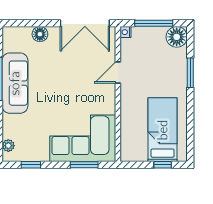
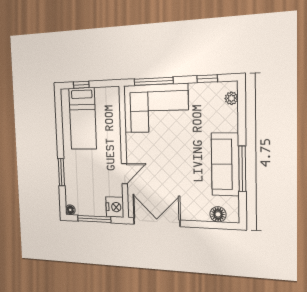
nightstand: (126, 32) -> (115, 207), width x1.89, depth x1.79
floor lamp: (40, 34) -> (218, 214), moved
floor lamp: (177, 37) -> (70, 210), width x0.53, depth x0.53
window: (84, 165) -> (153, 81), width x1.44

